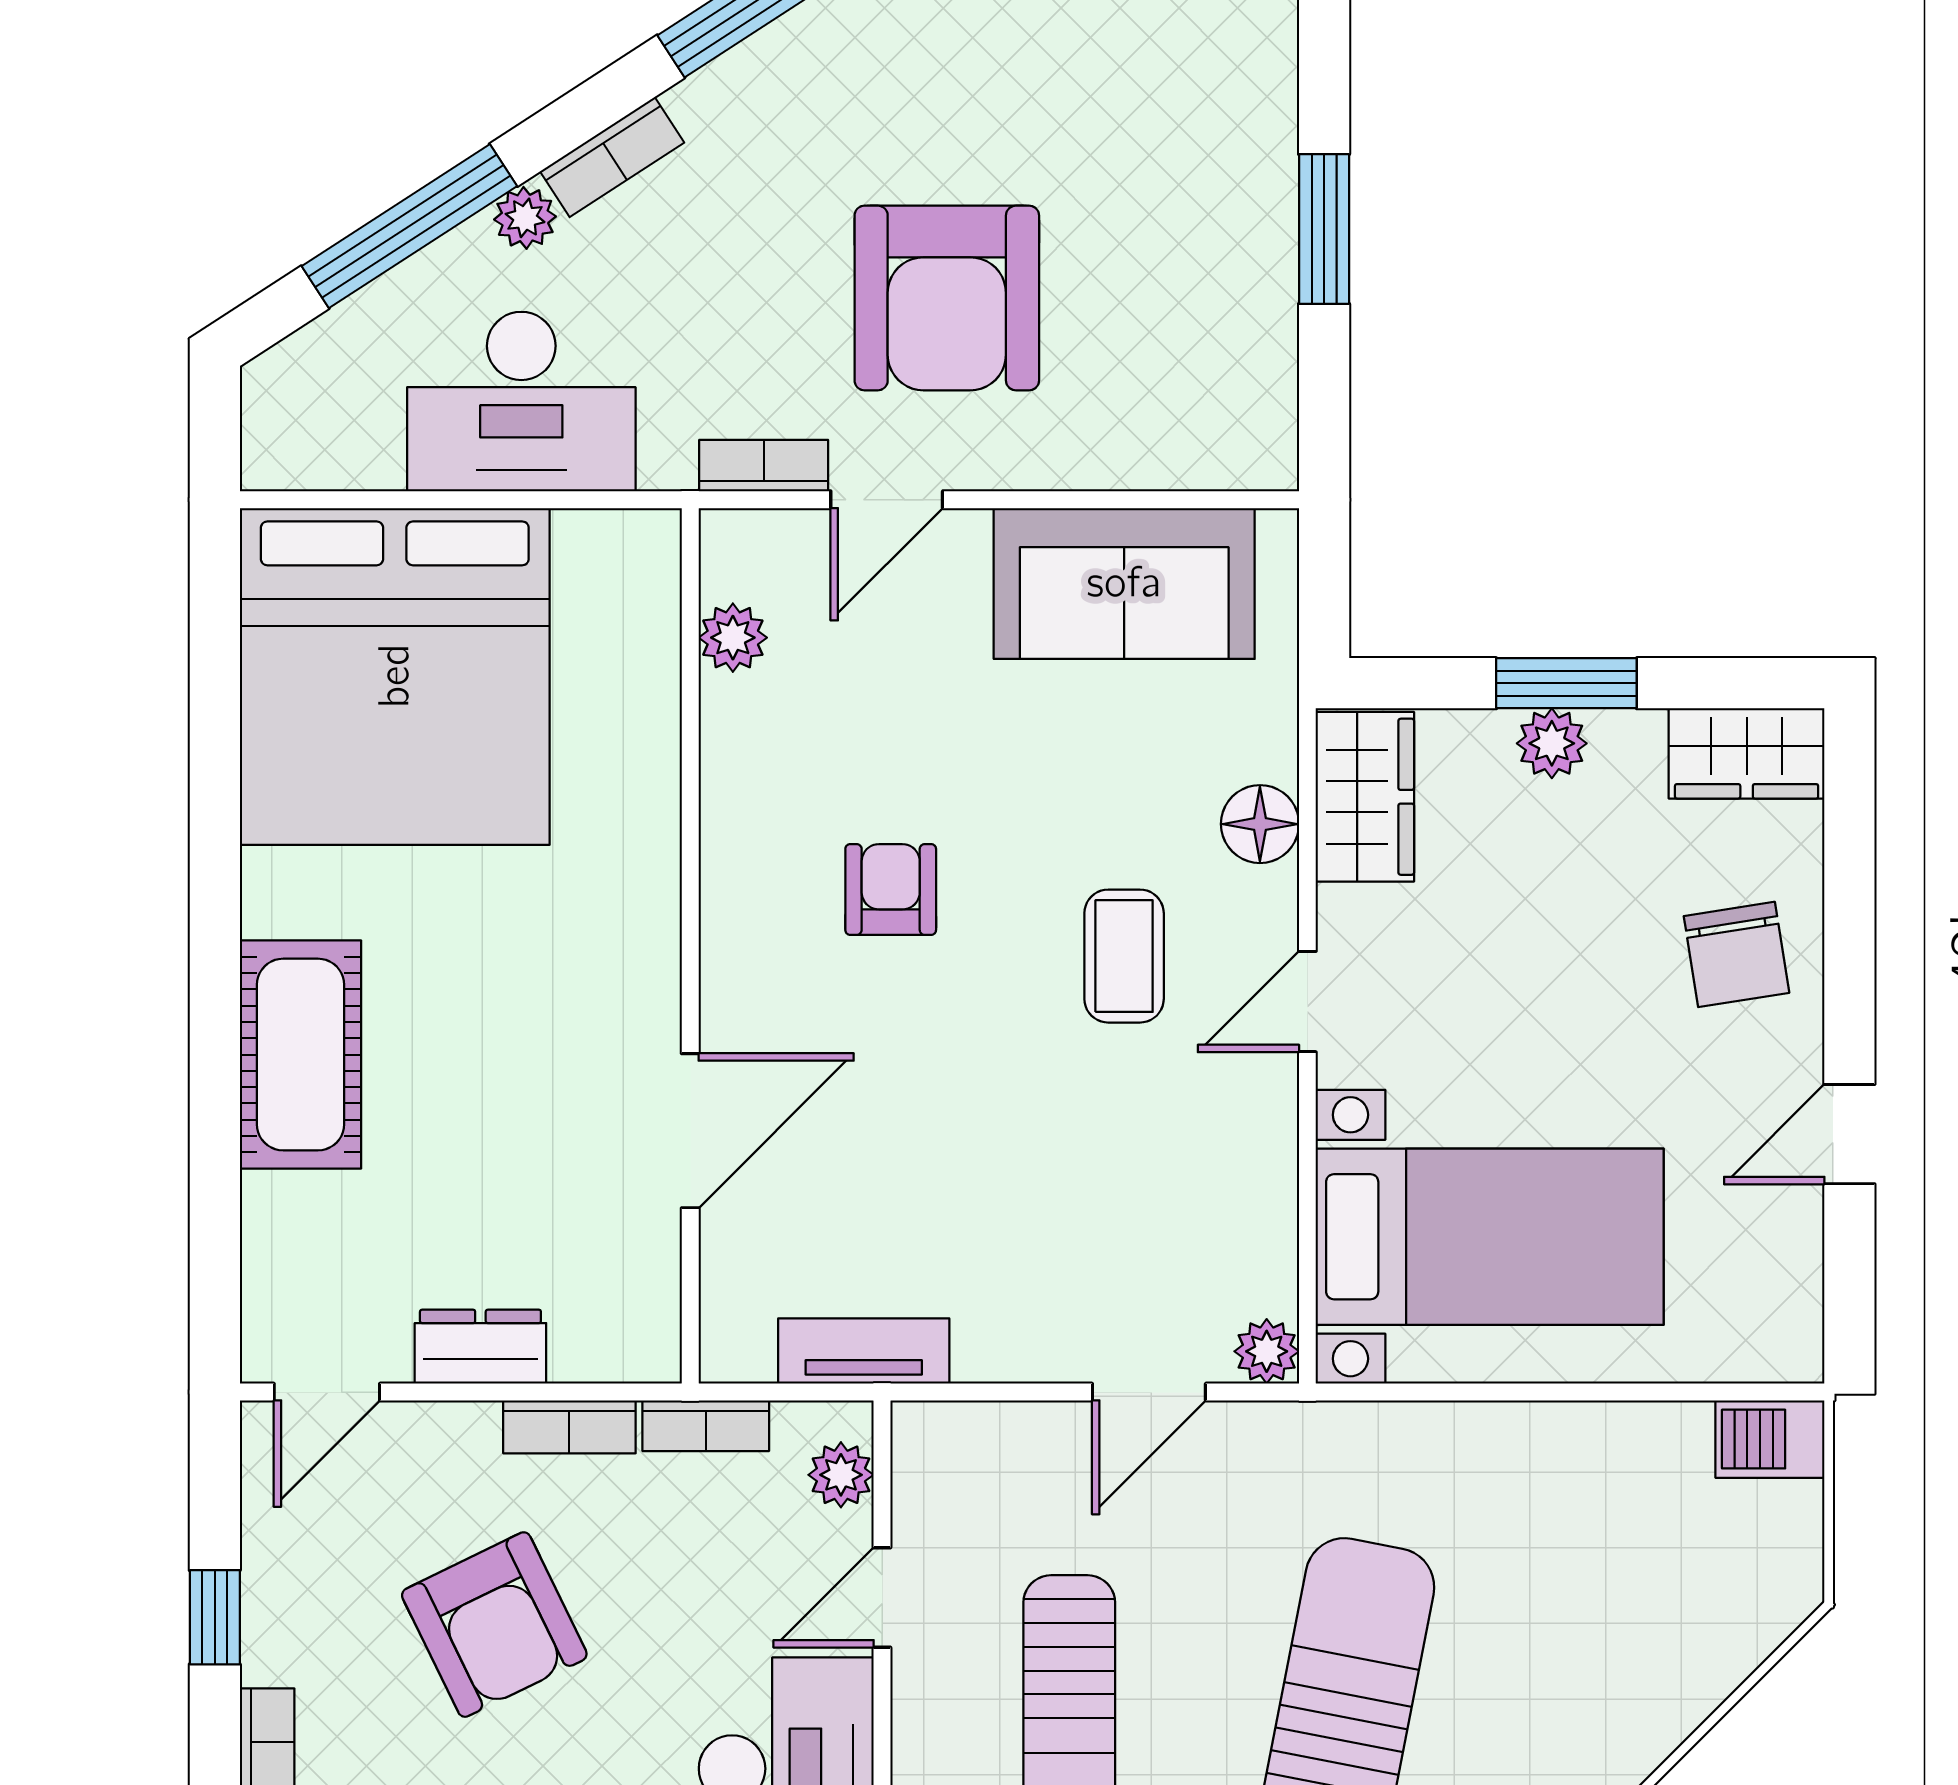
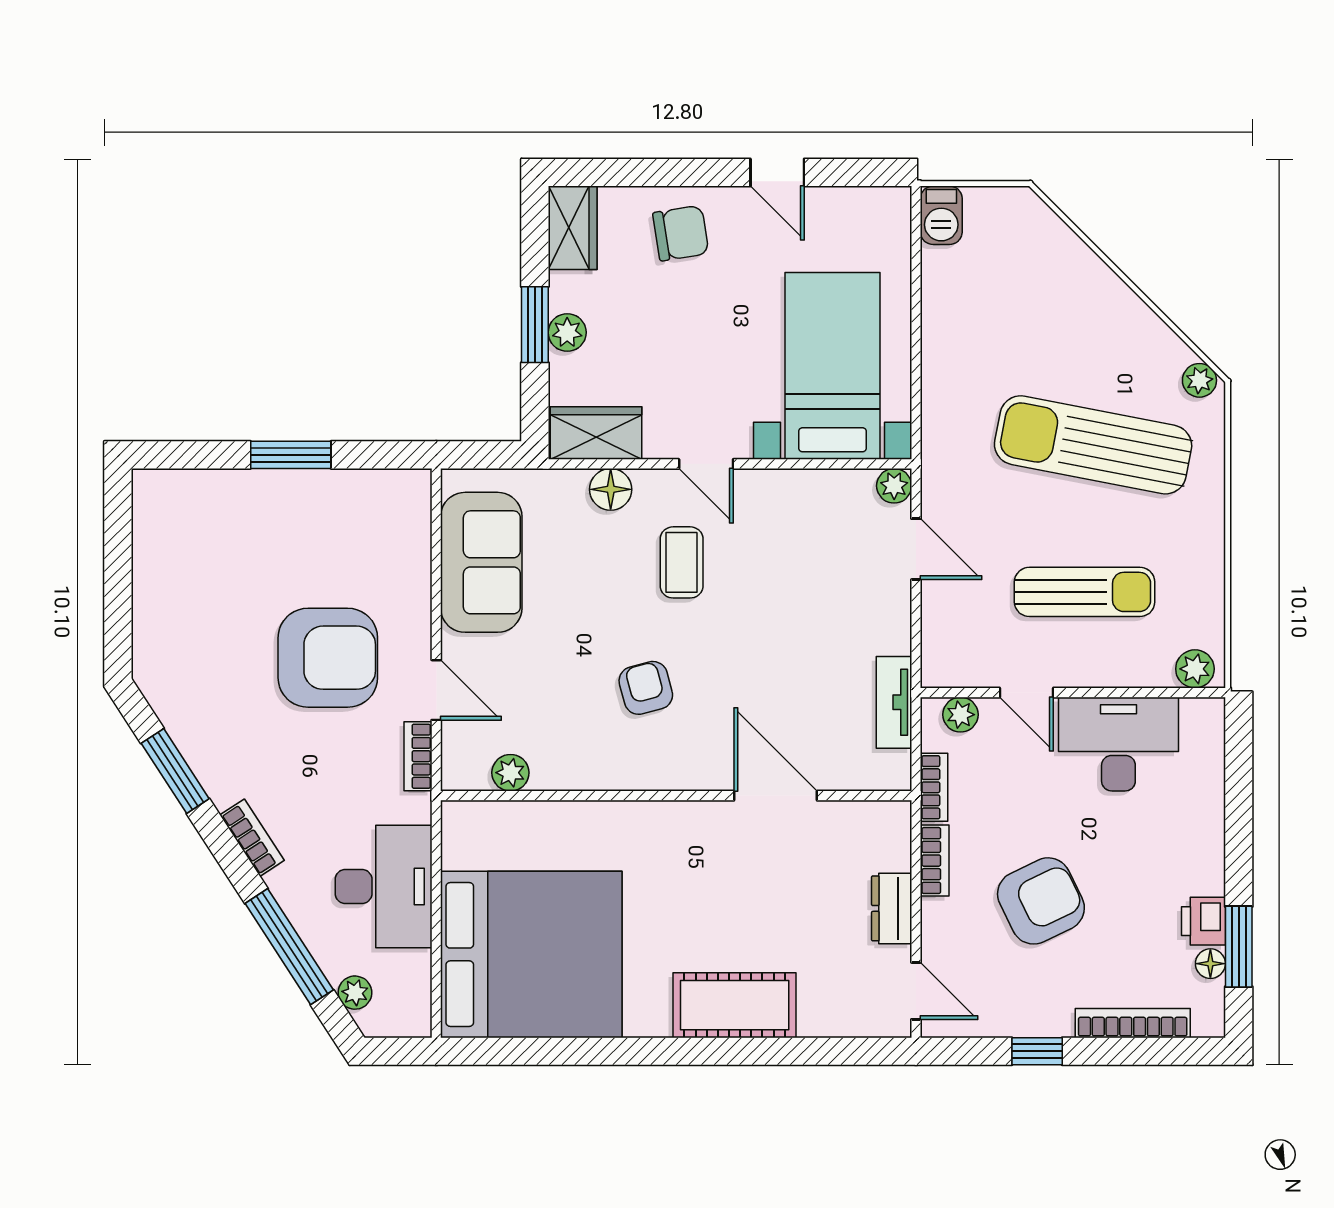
plant: (525, 218) -> (355, 993), moved
armchair: (891, 889) -> (646, 688), turned 75
coffee table: (1124, 956) -> (682, 562), turned 90

